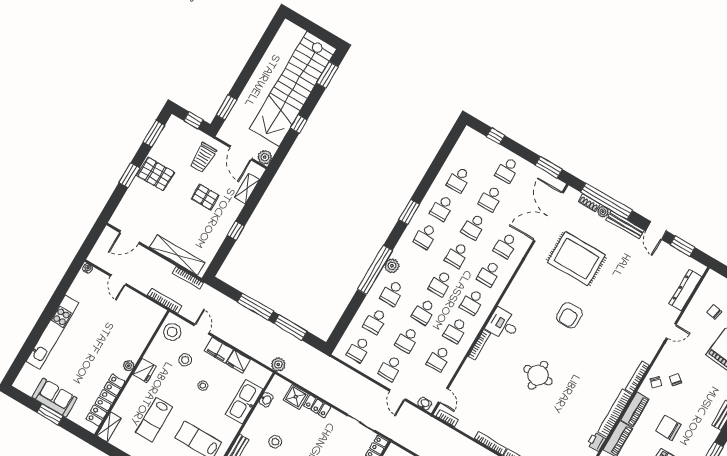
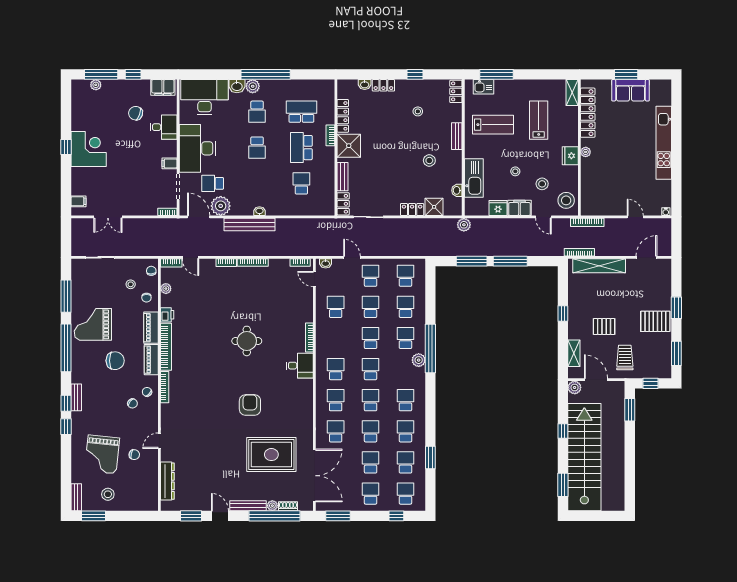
window: (409, 212) -> (430, 458), moved
chair: (714, 312) -> (134, 455), moved
school desk: (456, 330) -> (405, 494), moved

